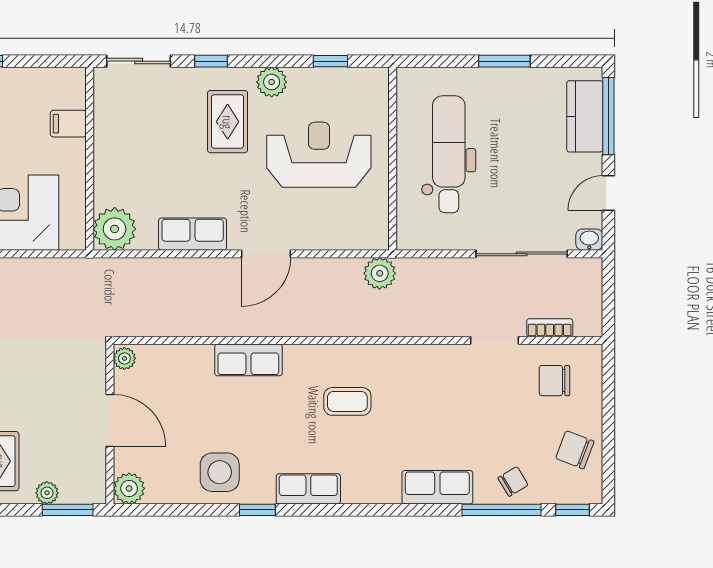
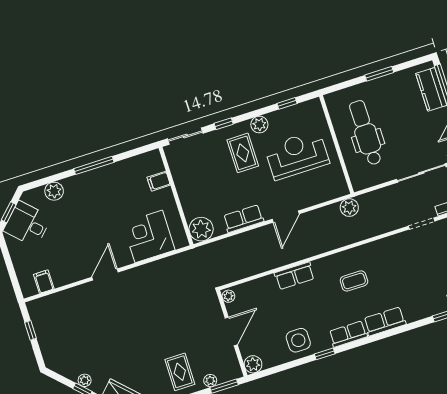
door: (110, 420) -> (231, 331), hinge flipped
row of seats: (437, 487) -> (385, 321), moved

